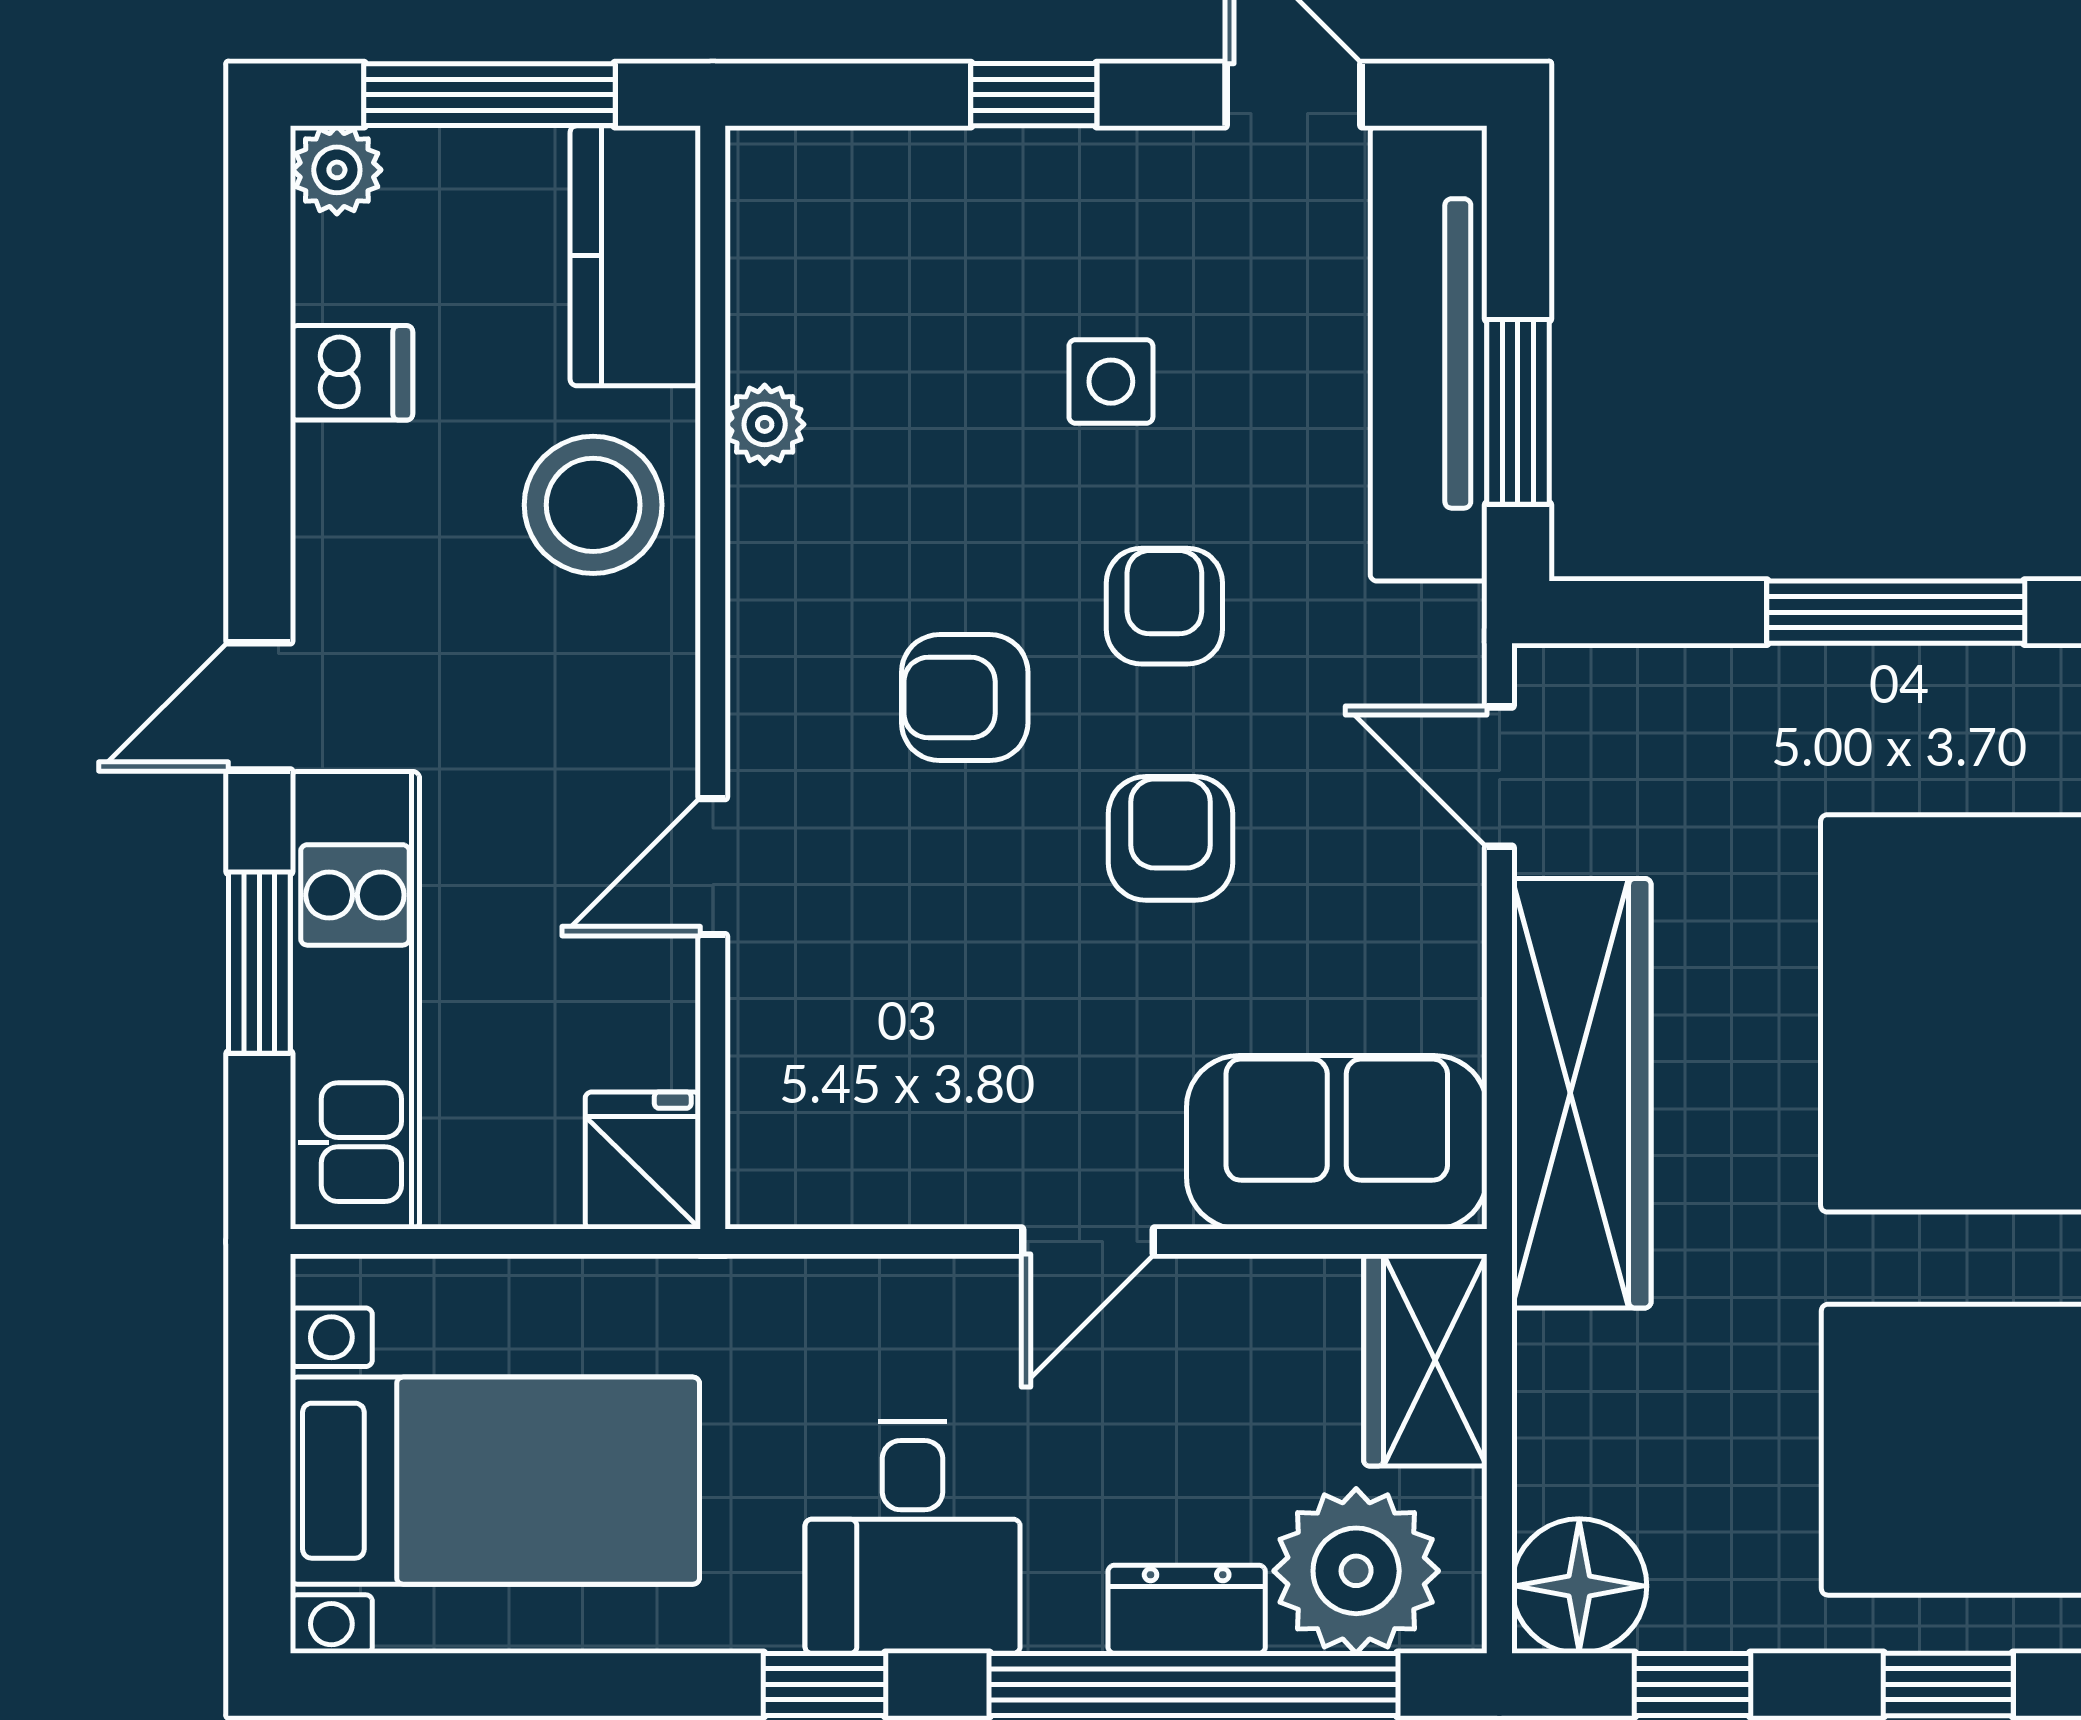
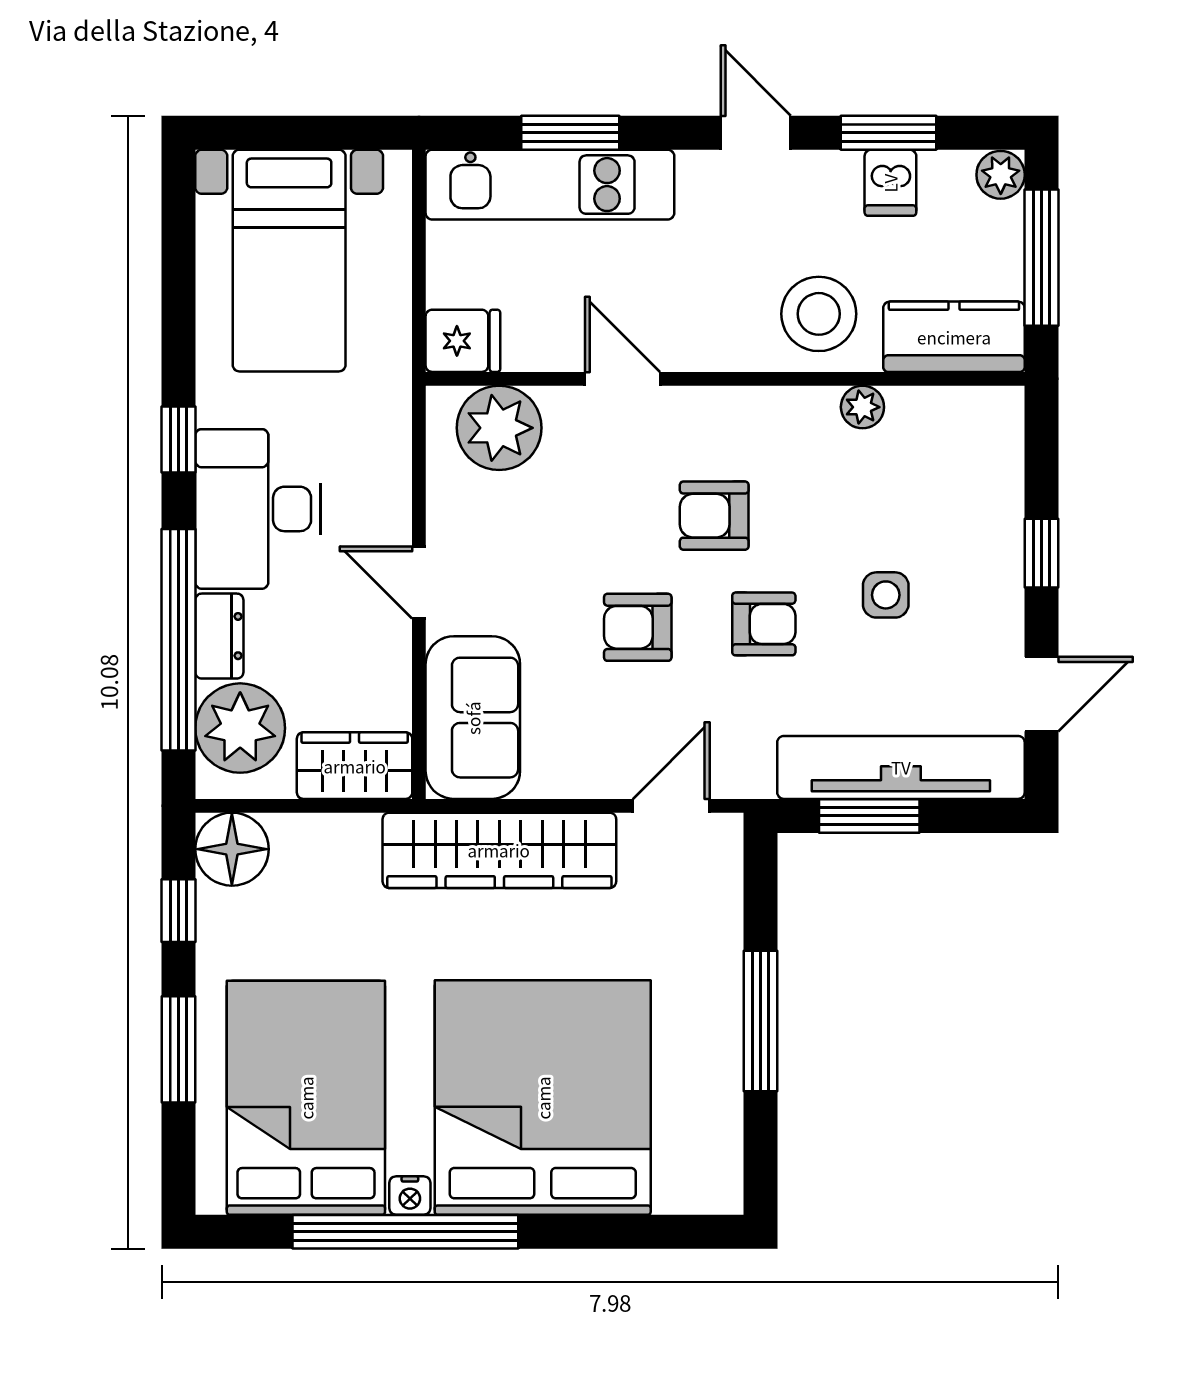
window: (259, 376) -> (888, 133), added
armchair: (965, 698) -> (714, 516), turned -90
door: (259, 706) -> (756, 133), moved
armchair: (1171, 838) -> (638, 627), turned 180
plant: (803, 1094) -> (499, 428), added
desk: (913, 1538) -> (258, 509), width x1.37
window: (1948, 1684) -> (178, 1049), width x1.50

